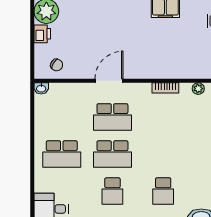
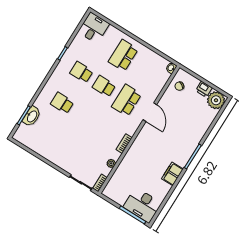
school desk: (112, 154) -> (104, 86), width x0.54

